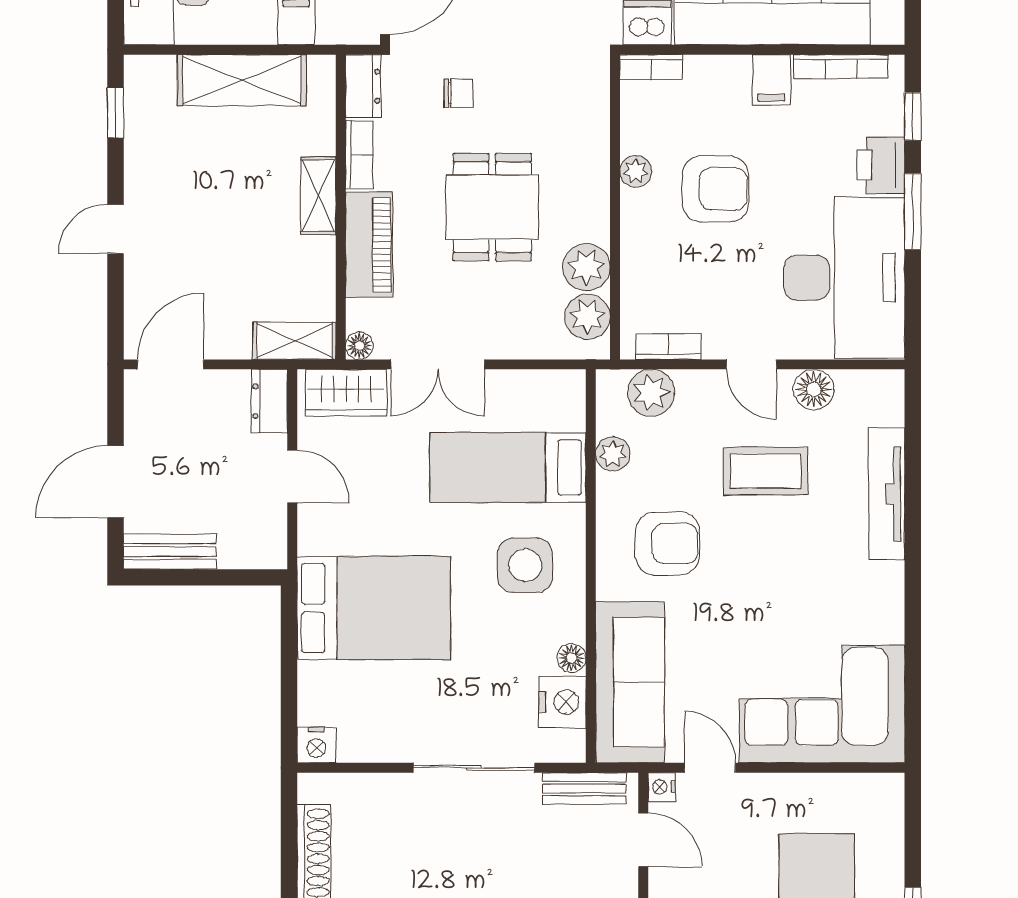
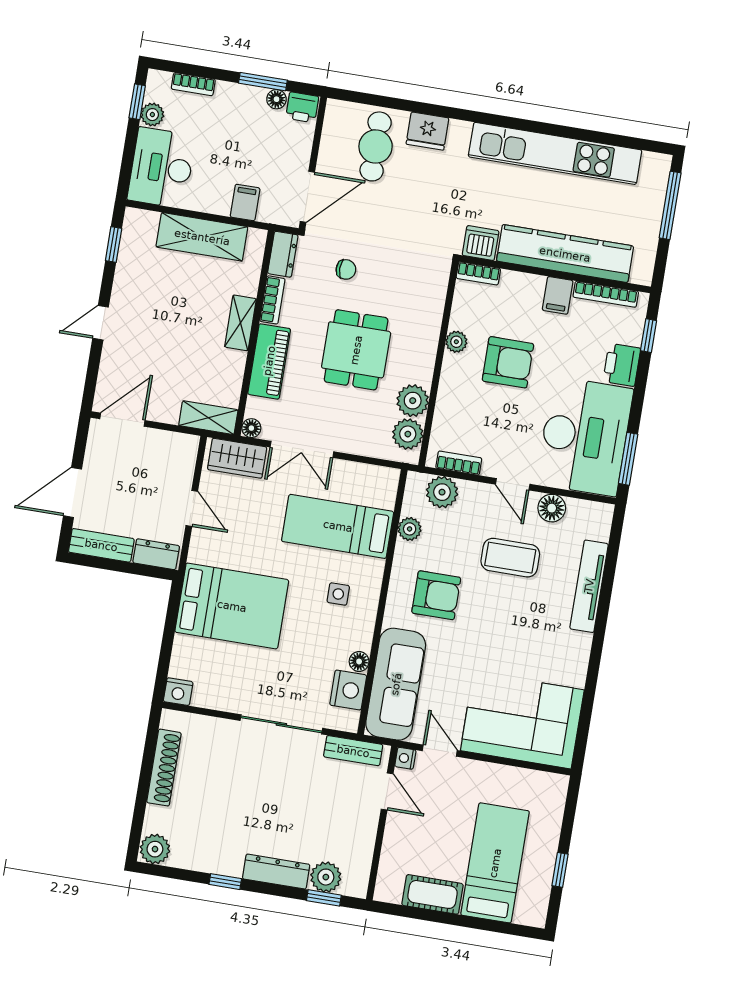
window: (913, 212) -> (628, 459), moved
dresser: (269, 401) -> (156, 554), moved, turned 90
side table: (525, 565) -> (338, 594), width x0.54, depth x0.54

